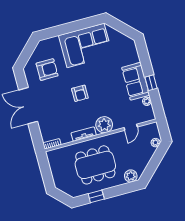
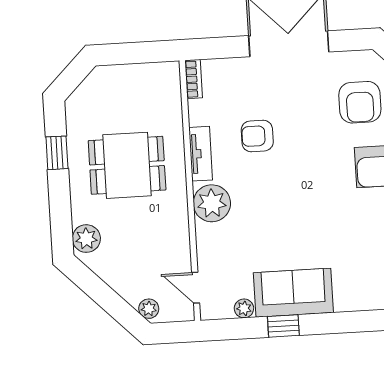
armchair: (80, 93) -> (257, 136), moved
door: (131, 127) -> (196, 288), moved
dining table: (95, 165) -> (127, 165), width x0.73

